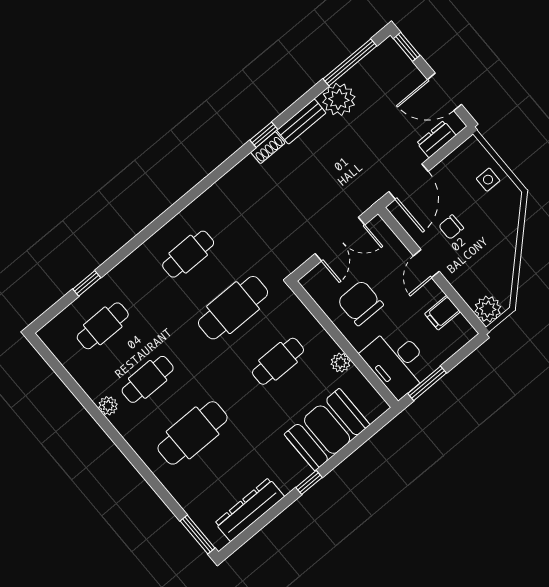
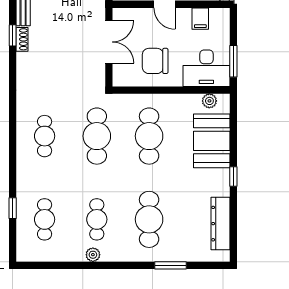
cafe table: (278, 361) -> (149, 136), width x1.37, depth x1.35
plant: (341, 363) -> (209, 101), moved
window: (198, 534) -> (171, 265), moved

